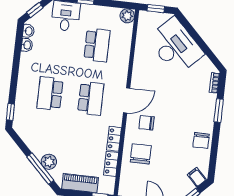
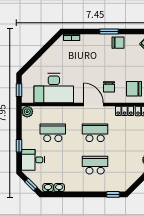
desk: (175, 46) -> (54, 88), moved, turned -135
school desk: (50, 94) -> (95, 165), turned 180
window: (219, 110) -> (109, 32), moved

